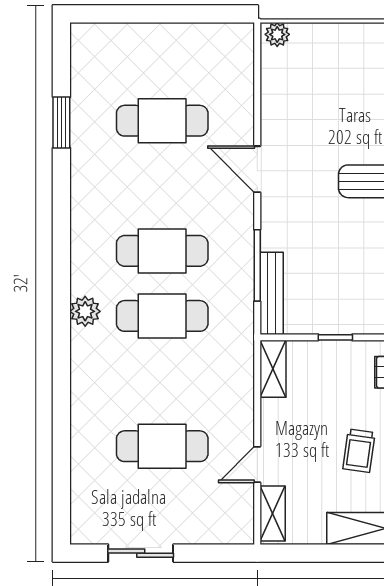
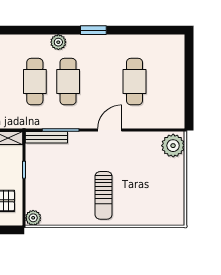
plant: (277, 34) -> (173, 146), width x1.88, depth x1.88
window: (61, 122) -> (93, 30), moved
plant: (85, 311) -> (58, 42), moved

